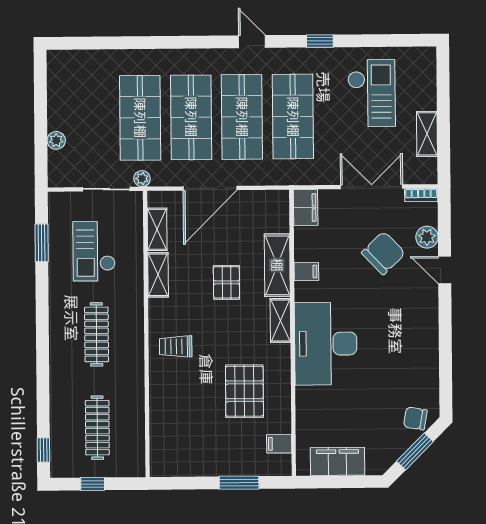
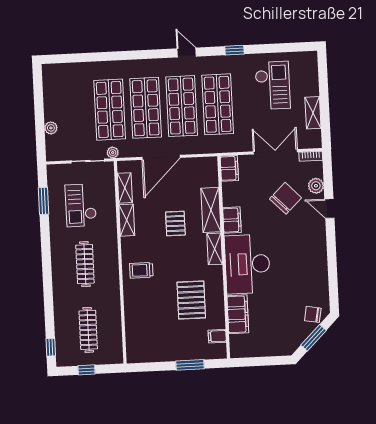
filing cabinet: (306, 272) -> (232, 220), width x2.00
filing cabinet: (338, 461) -> (238, 314), moved, turned 90

